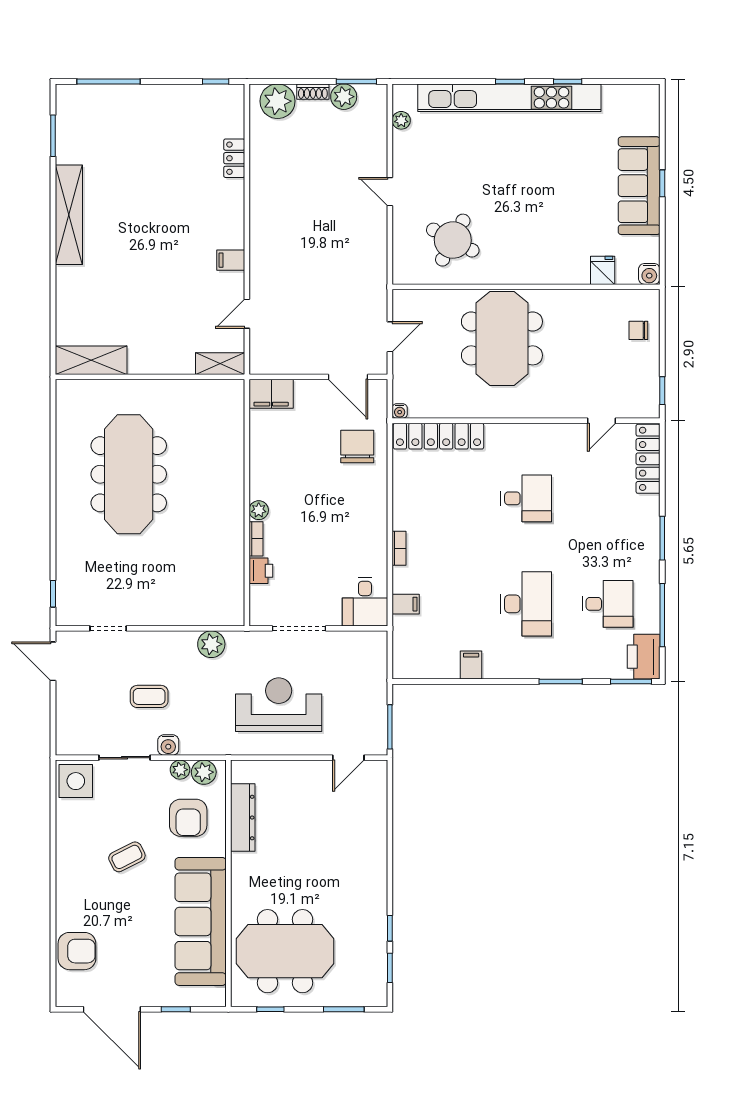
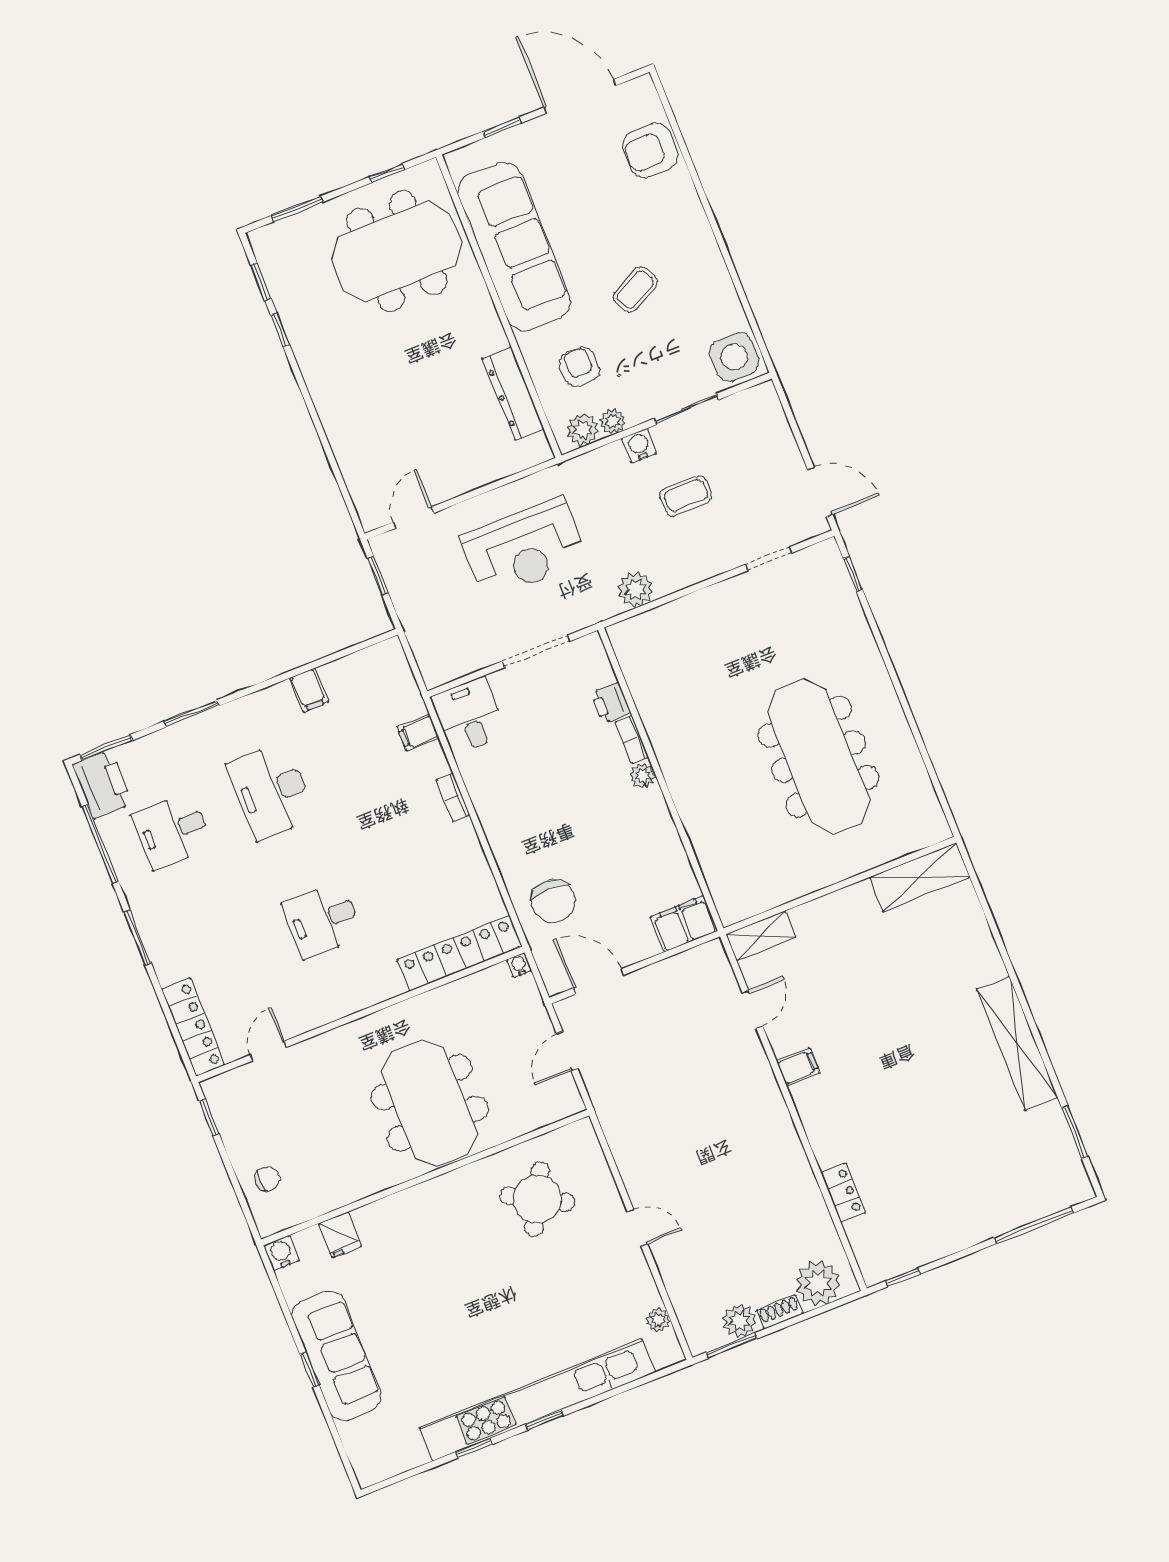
window: (390, 727) -> (378, 575), width x0.67
armchair: (188, 818) -> (579, 367), width x0.72, depth x0.72

